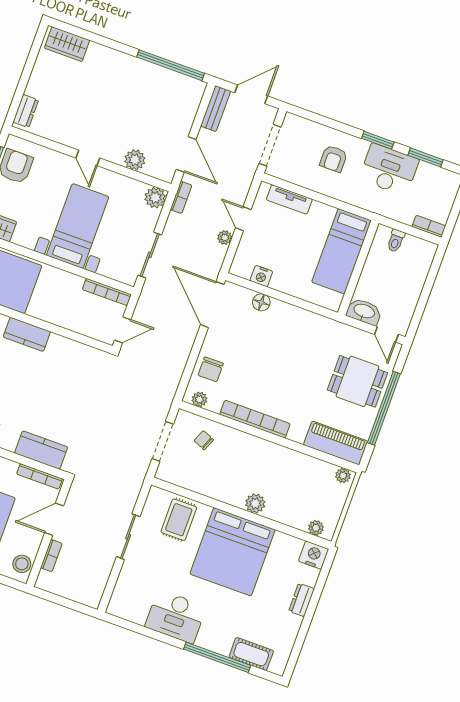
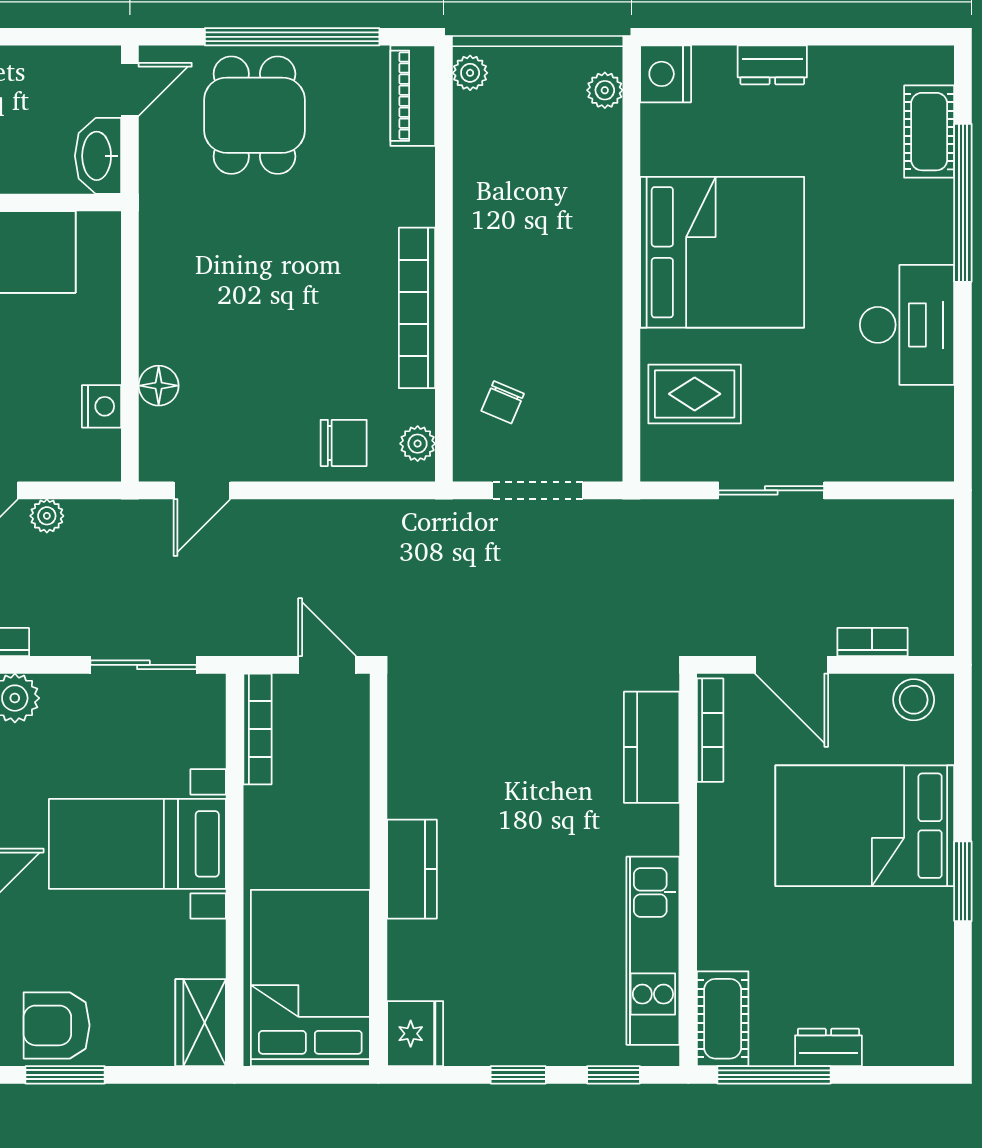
door: (212, 305) -> (202, 490), width x0.53
piano: (336, 443) -> (413, 96), width x0.73, depth x0.75
plant: (255, 503) -> (600, 241), removed

